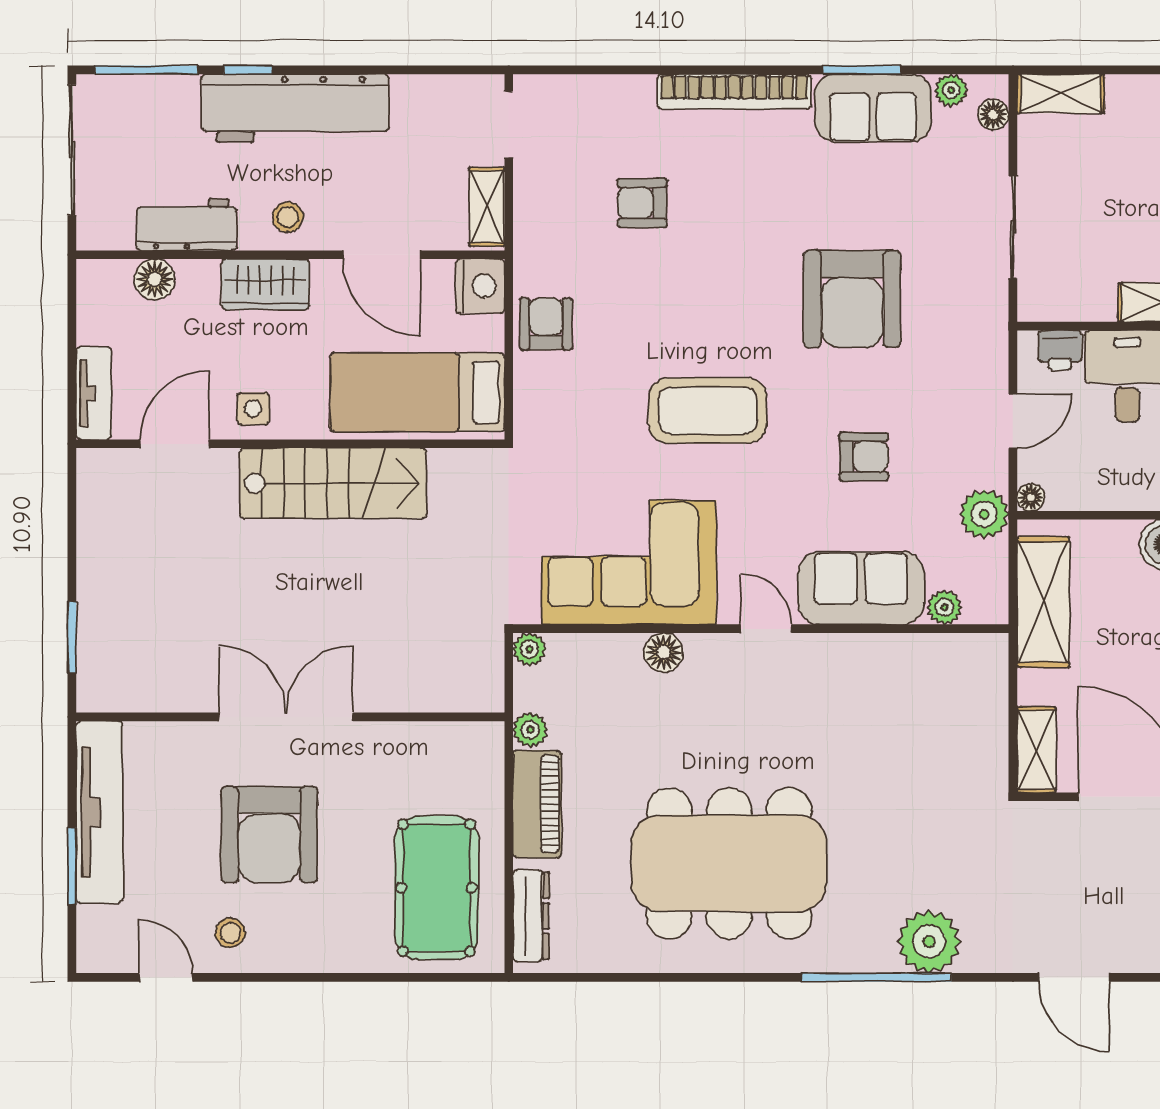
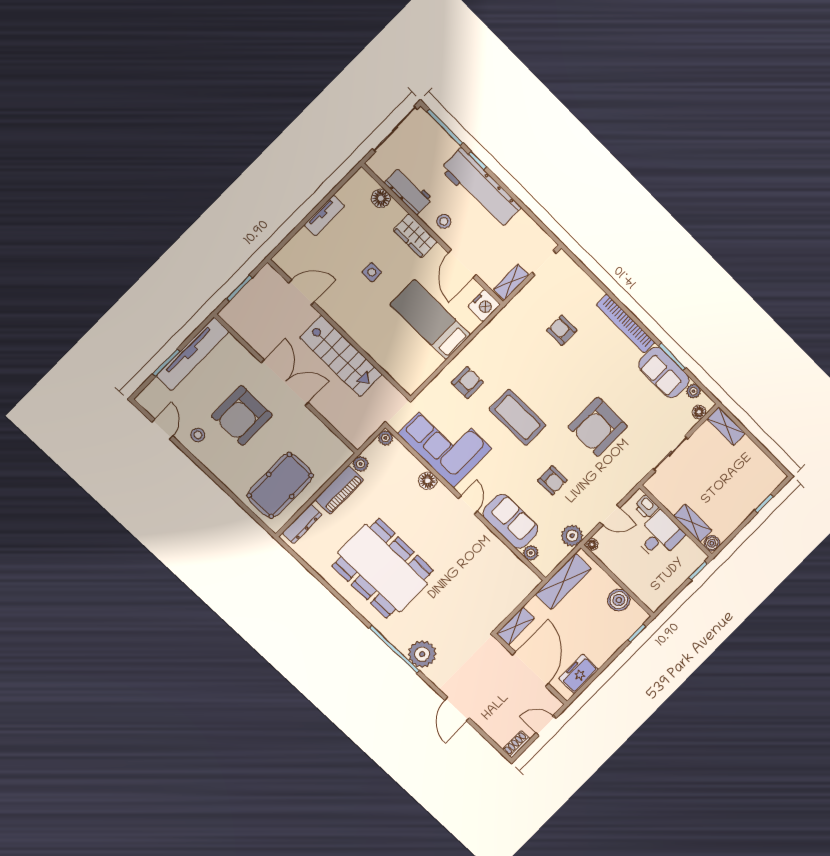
armchair: (546, 324) -> (467, 382), moved
door: (175, 444) -> (301, 292), moved
wall: (290, 444) -> (339, 330), moved
stairs: (333, 483) -> (341, 356), moved

